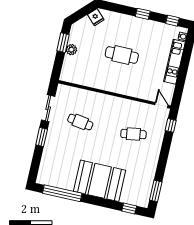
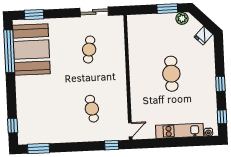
plant: (71, 50) -> (182, 18), moved
window: (42, 137) -> (34, 15), moved
booth: (100, 181) -> (31, 50), moved

